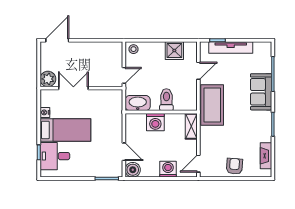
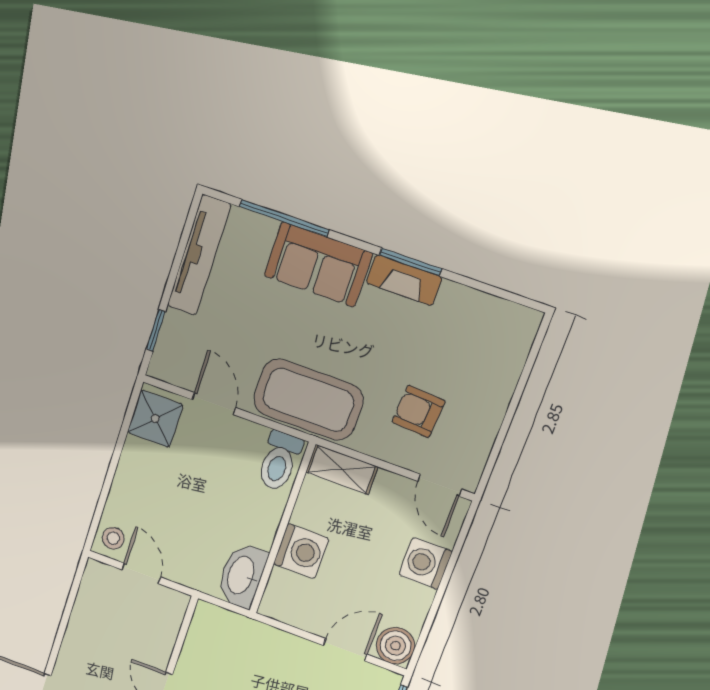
tv unit: (231, 47) -> (199, 255), moved
shower: (174, 51) -> (155, 419), moved
door: (124, 75) -> (141, 573), moved
toilet: (166, 100) -> (279, 461), moved, turned -90
fireplace: (266, 156) -> (404, 280), moved
armchair: (234, 166) -> (418, 411), moved

